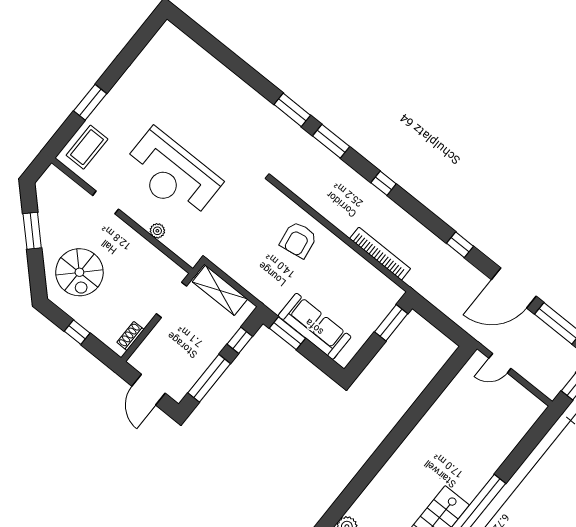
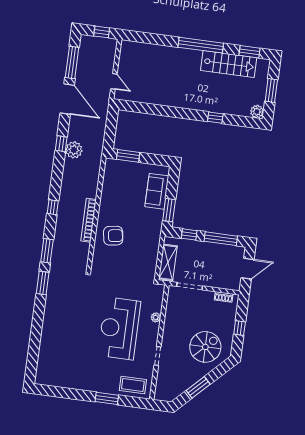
reception desk: (172, 174) -> (119, 328), turned 180
bookcase: (380, 254) -> (89, 220), moved
plant: (442, 256) -> (74, 150), added
sofa: (315, 326) -> (157, 191), width x0.73
window: (372, 467) -> (215, 118), added

